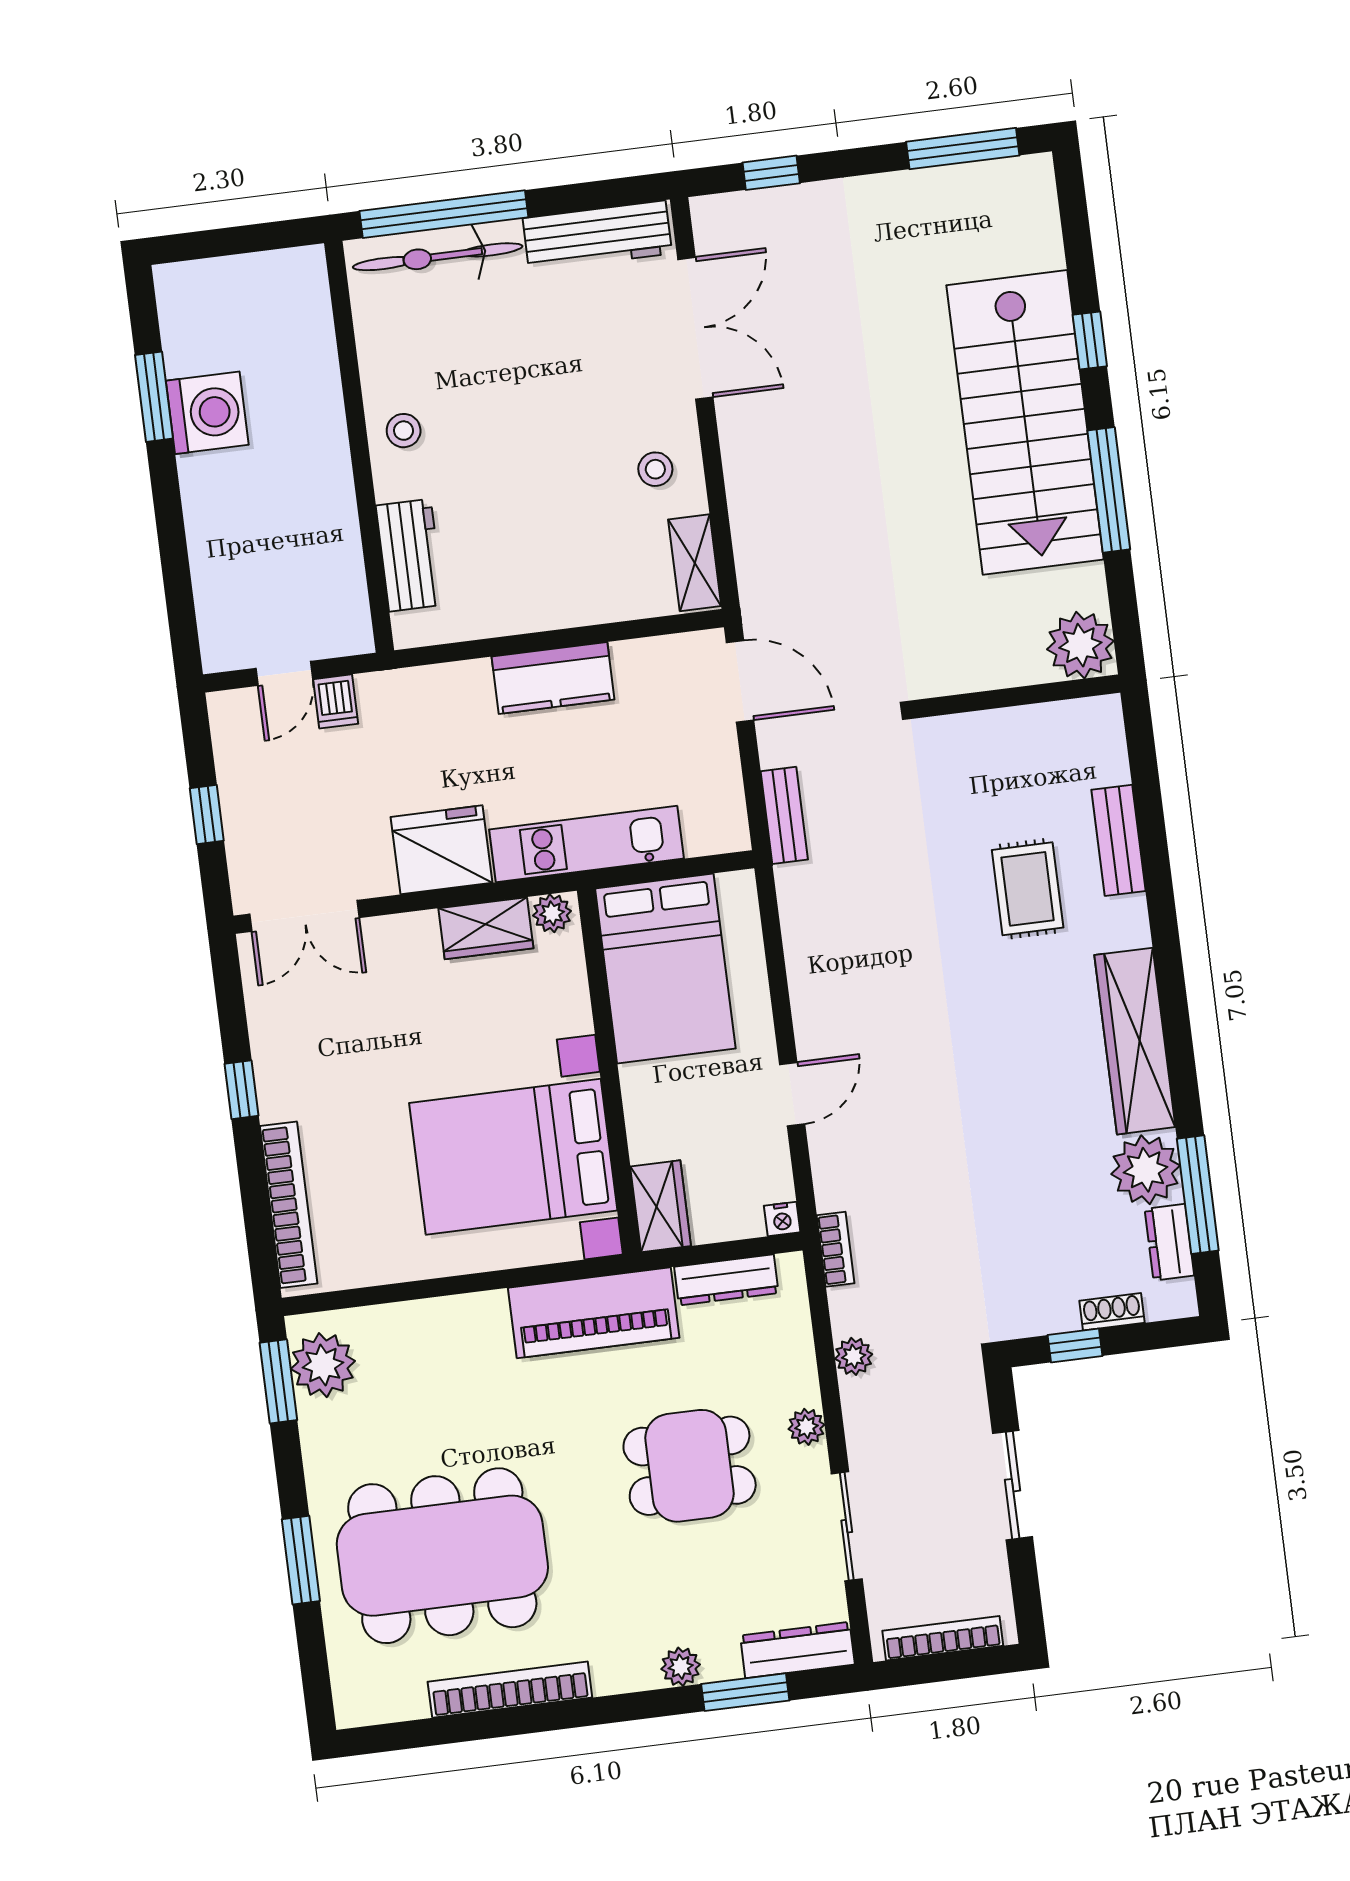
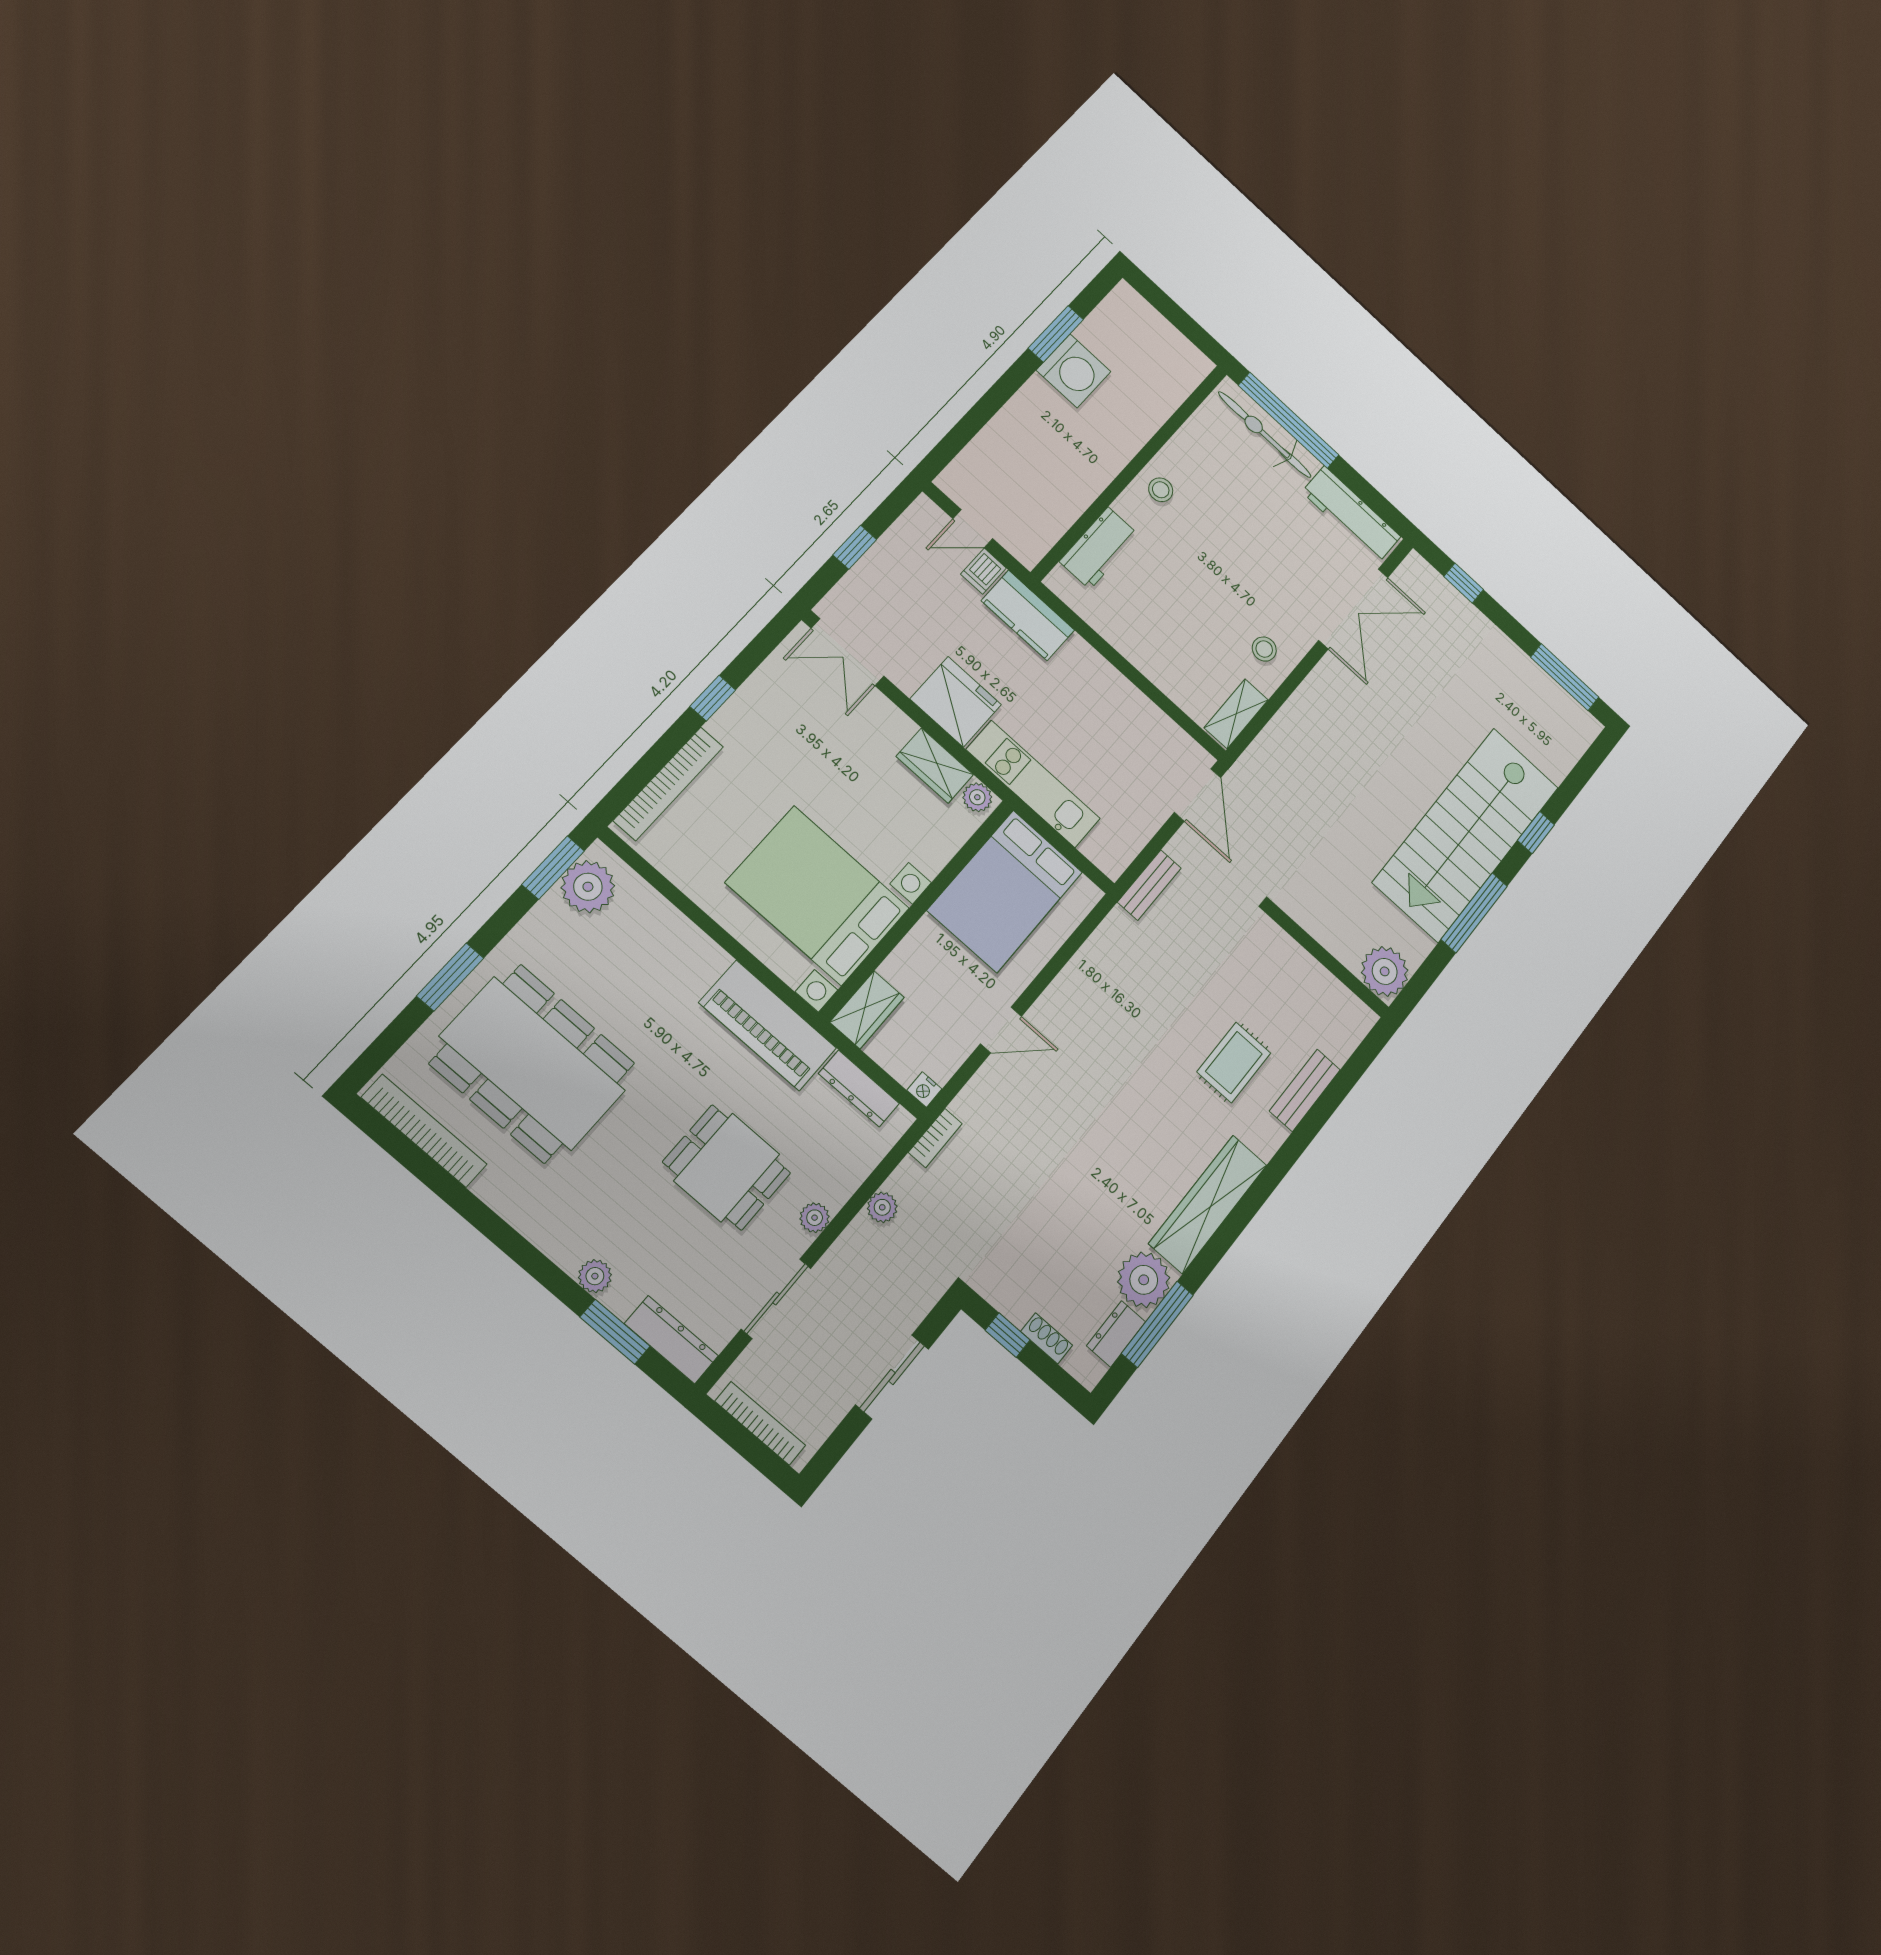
kitchen counter: (553, 678) -> (1028, 615), moved
bookcase: (510, 1690) -> (424, 1131), moved

